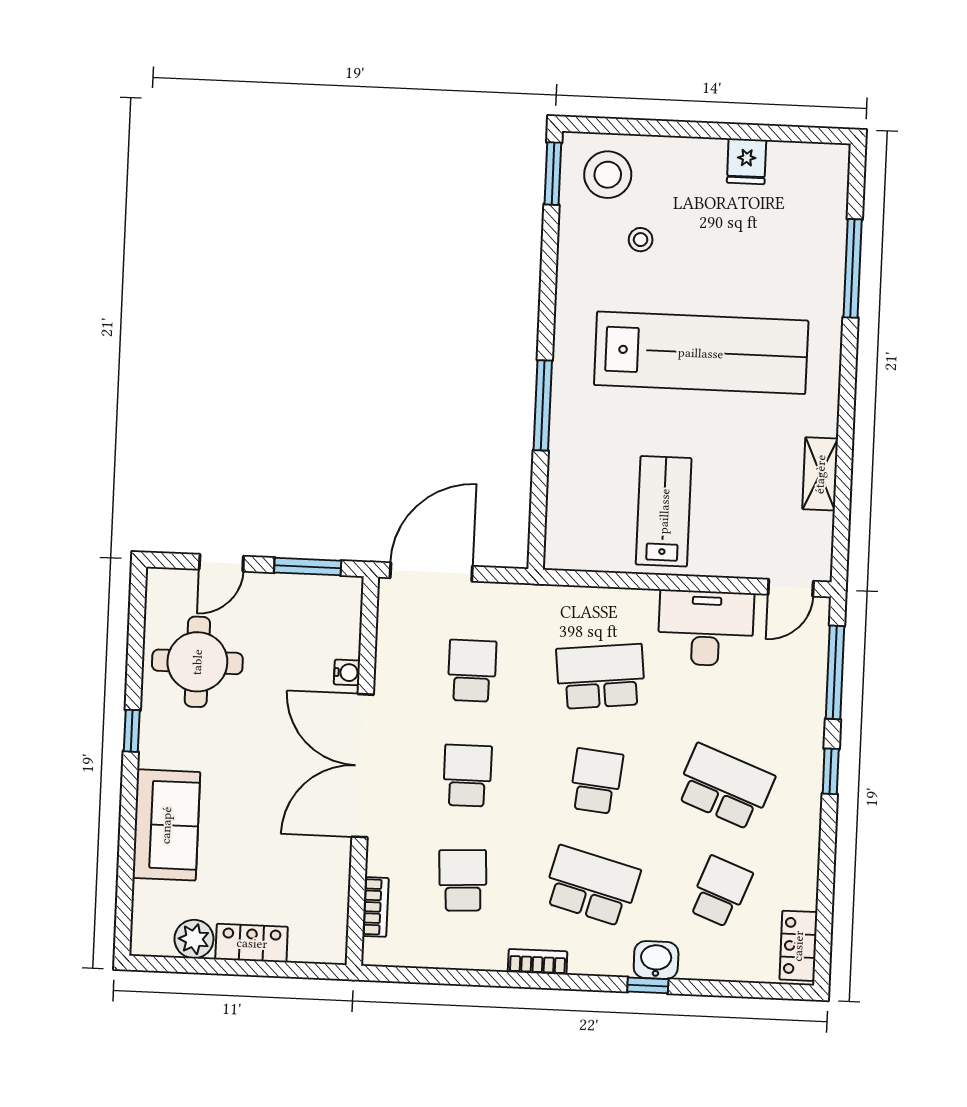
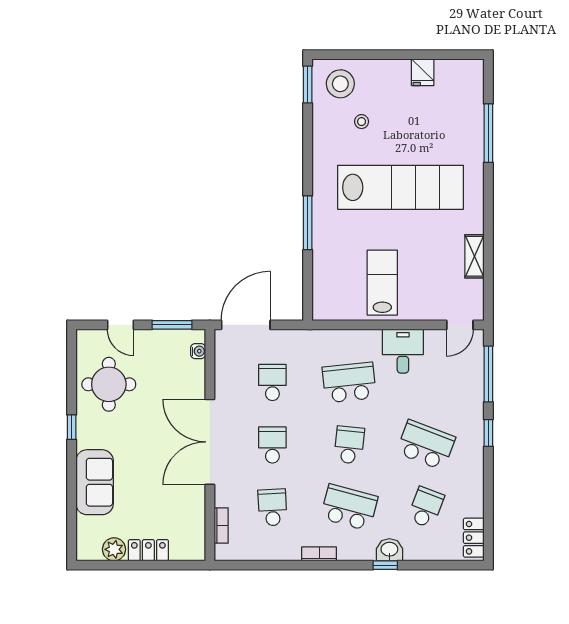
door: (221, 563) -> (121, 325), hinge flipped
desk: (706, 628) -> (403, 351), width x0.73
water cooler: (347, 672) -> (198, 351), moved

